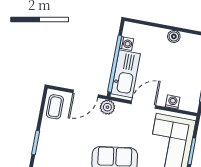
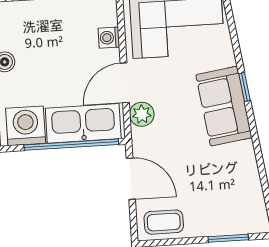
washing machine: (126, 44) -> (26, 126), width x1.89, depth x1.89
door: (143, 105) -> (125, 83), hinge flipped
plant: (107, 107) -> (142, 114), moved

